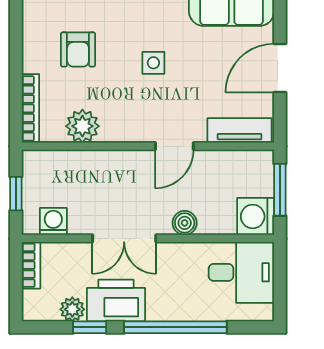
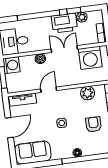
washing machine: (53, 221) -> (90, 58), width x1.89, depth x1.89

